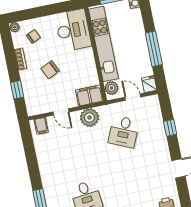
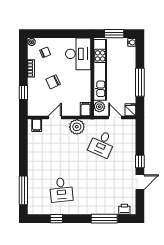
filing cabinet: (89, 96) -> (86, 109), width x0.50
door: (61, 112) -> (55, 118), swing flipped
window: (170, 128) -> (140, 161), moved

